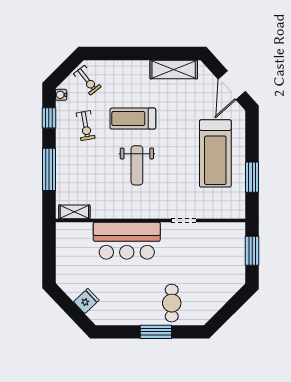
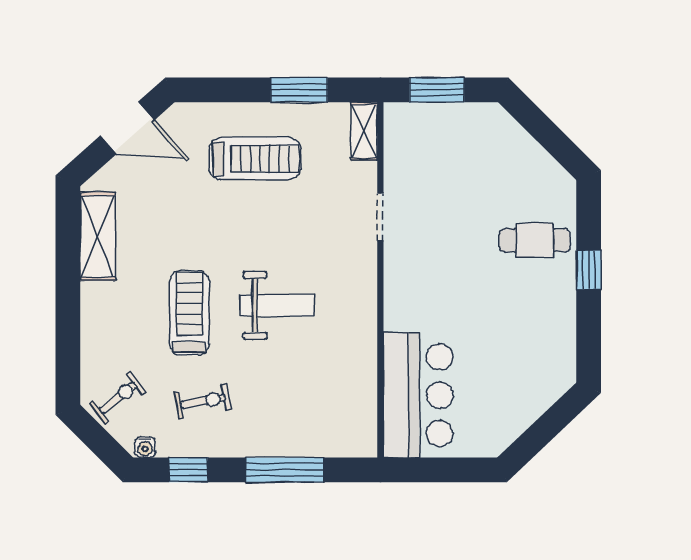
treadmill: (133, 118) -> (189, 313), turned 180
treadmill: (215, 153) -> (255, 159), width x0.73, depth x0.73
shelving: (74, 212) -> (364, 131), moved
bar counter: (127, 241) -> (418, 395), moved
fridge: (86, 301) -> (531, 400), removed
window: (156, 332) -> (589, 270), width x0.67

